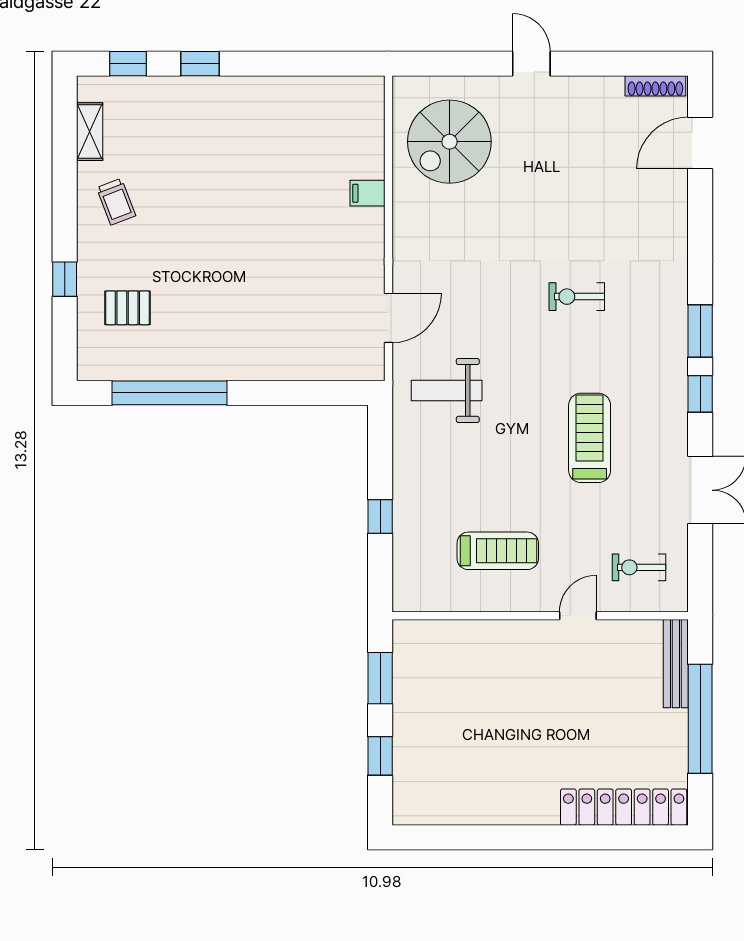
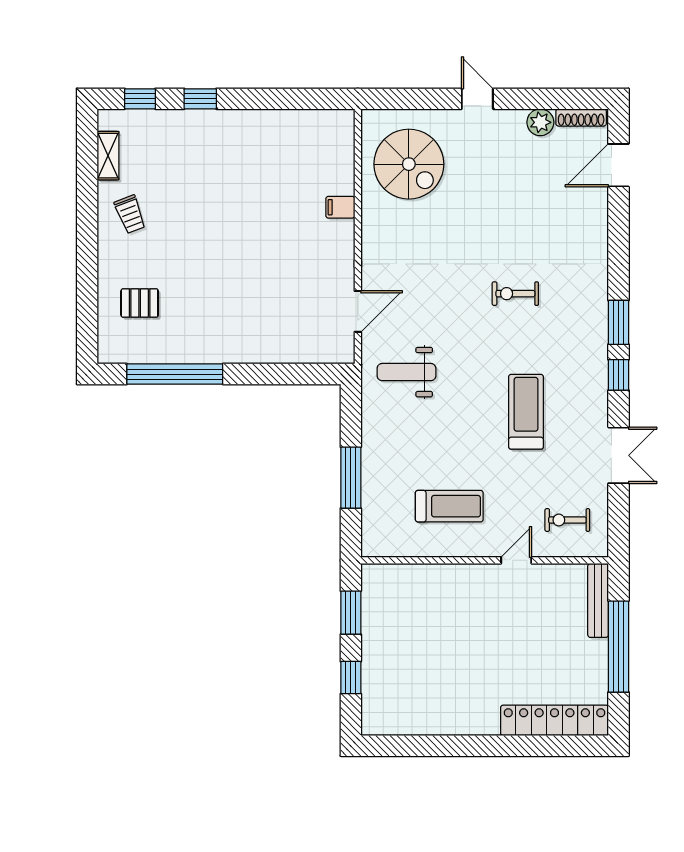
plant: (607, 92) -> (540, 122), added
spiral stairs: (449, 142) -> (409, 164), turned -90
window: (65, 279) -> (87, 279), removed
window: (380, 517) -> (351, 478), width x2.17

